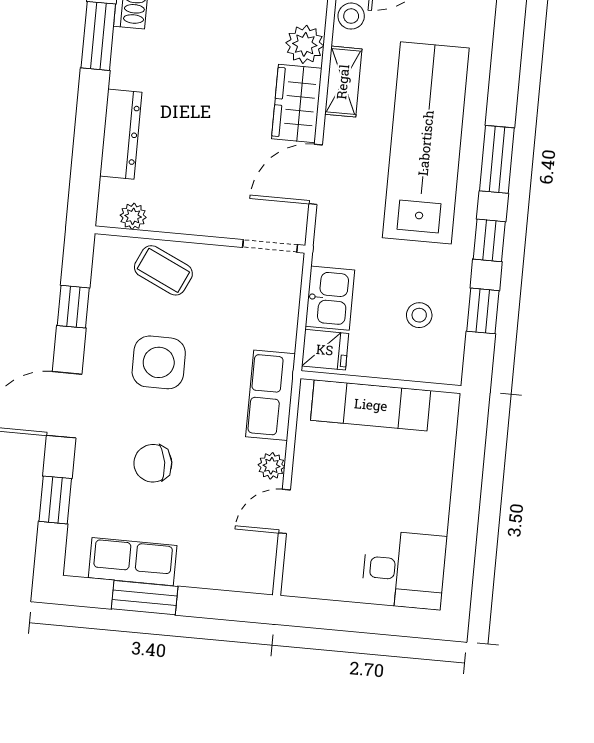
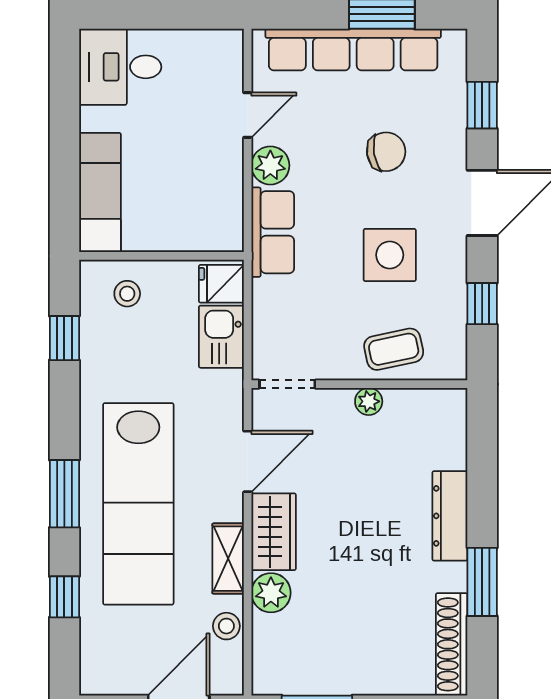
dresser: (121, 134) -> (450, 516), moved
plant: (133, 216) -> (369, 401), moved
window: (489, 240) -> (64, 597), moved
coffee table: (163, 270) -> (394, 349), turned -37
stool: (419, 315) -> (127, 294), moved
exam couch: (371, 405) -> (100, 193), moved, turned 90
plant: (271, 466) -> (270, 165), width x1.38, depth x1.38
row of seats: (133, 562) -> (353, 50), width x2.02

